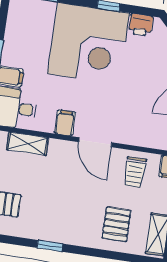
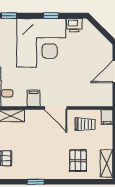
trolley: (135, 172) -> (85, 124), turned -90

